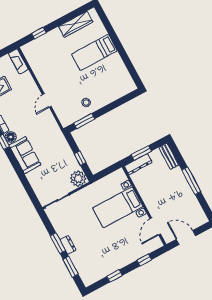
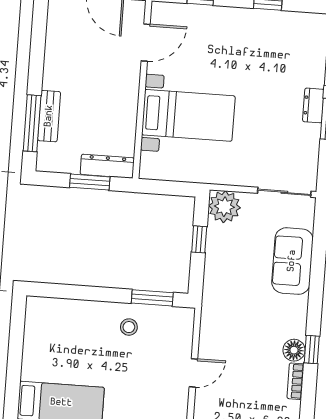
sofa: (25, 155) -> (292, 261), moved
bench: (169, 156) -> (49, 116), moved
window: (191, 181) -> (32, 123), moved

